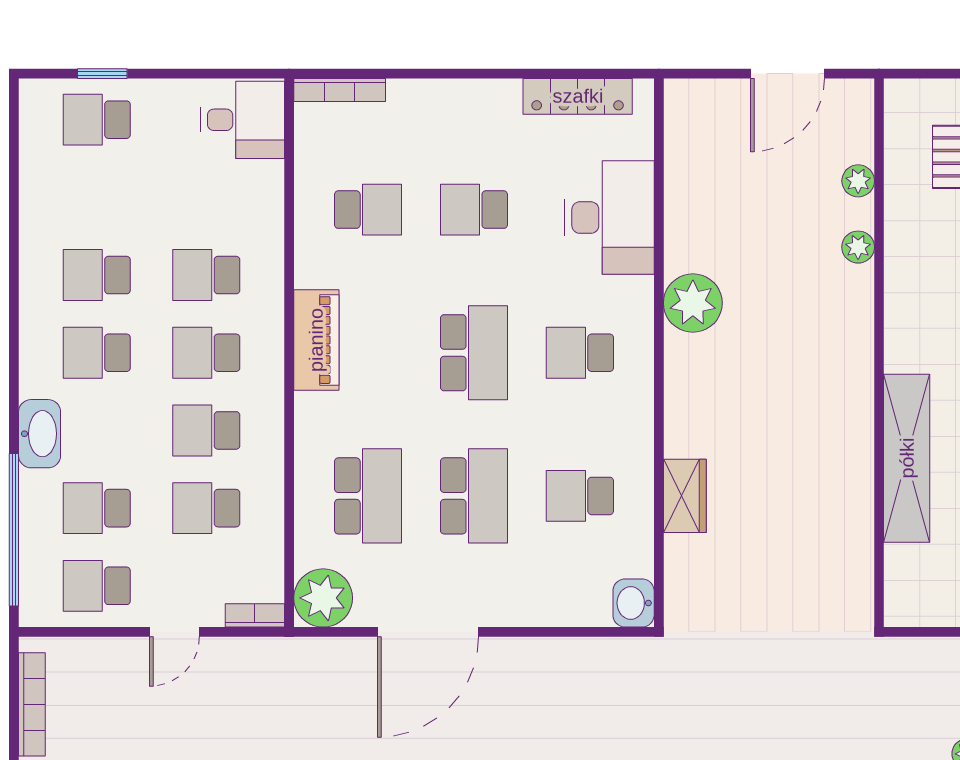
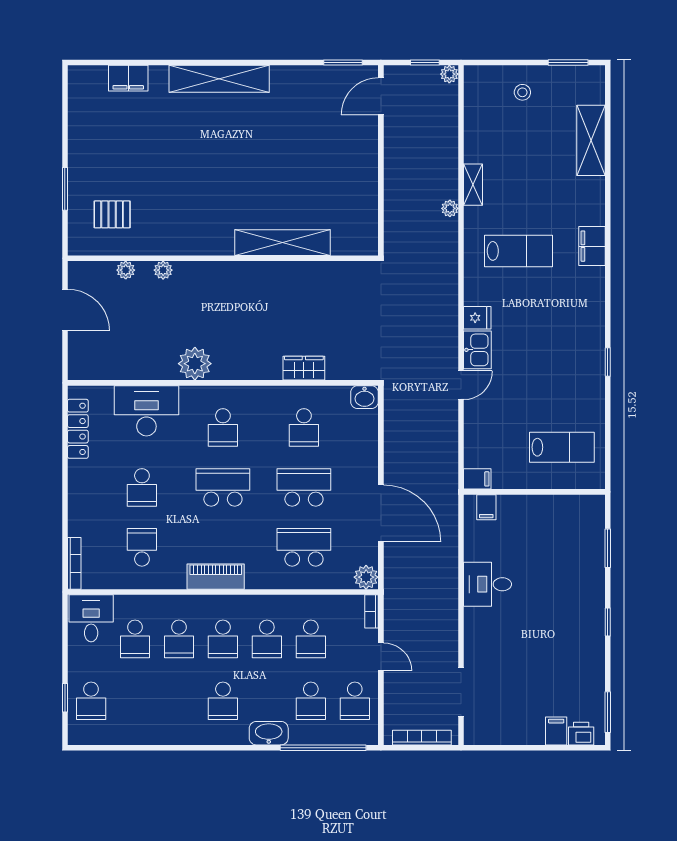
school desk: (97, 275) -> (135, 639), moved
plant: (323, 598) -> (366, 577), width x0.73, depth x0.73

